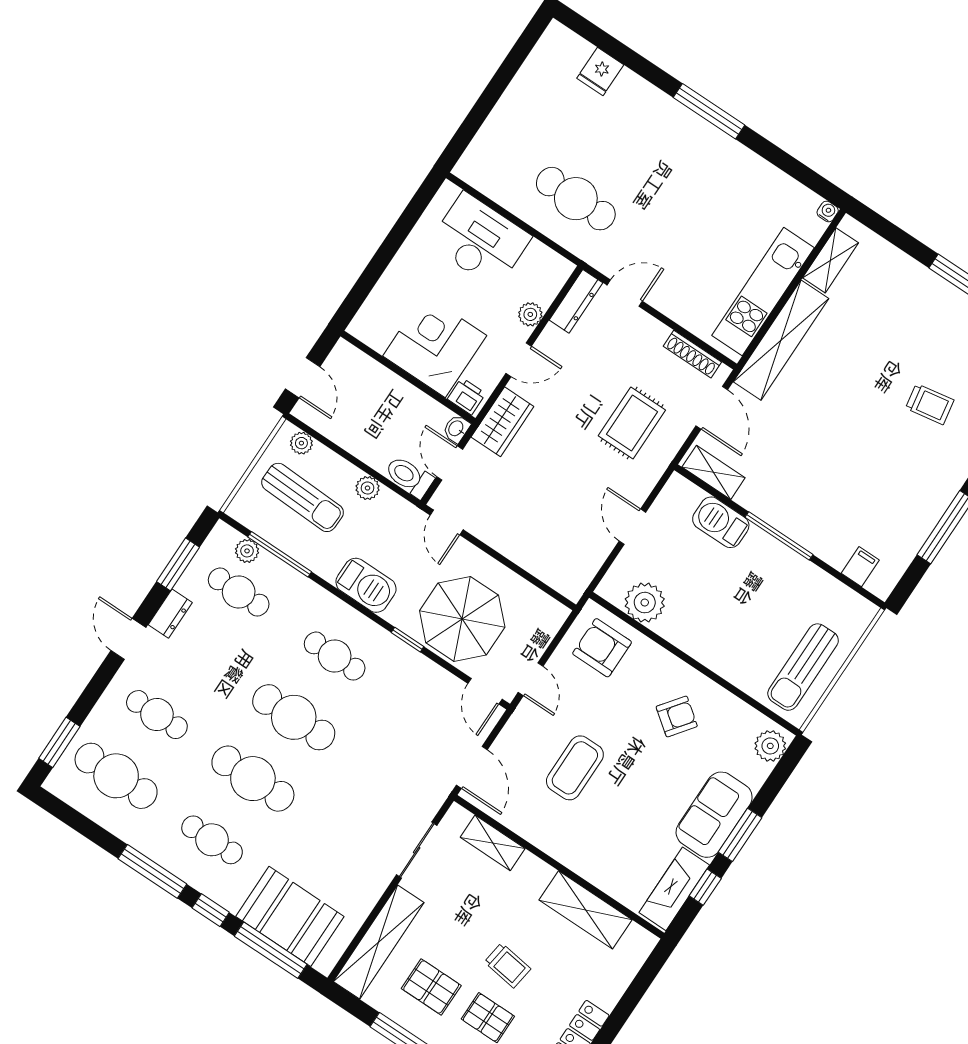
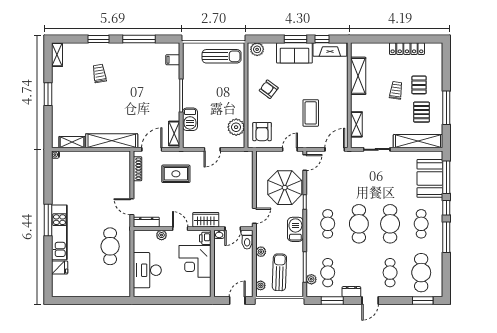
kitchen unit: (763, 292) -> (59, 232), moved, turned -90
coffee table: (575, 768) -> (311, 113), turned 90

